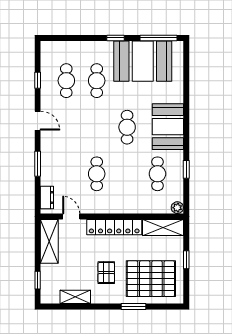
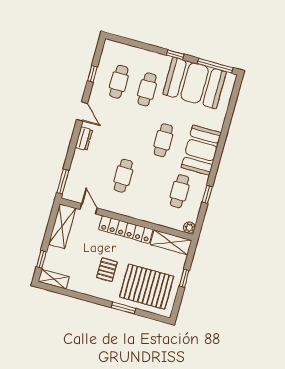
window: (38, 164) -> (63, 182), moved
dresser: (47, 197) -> (84, 139), moved
shelving: (75, 297) -> (54, 279), moved

